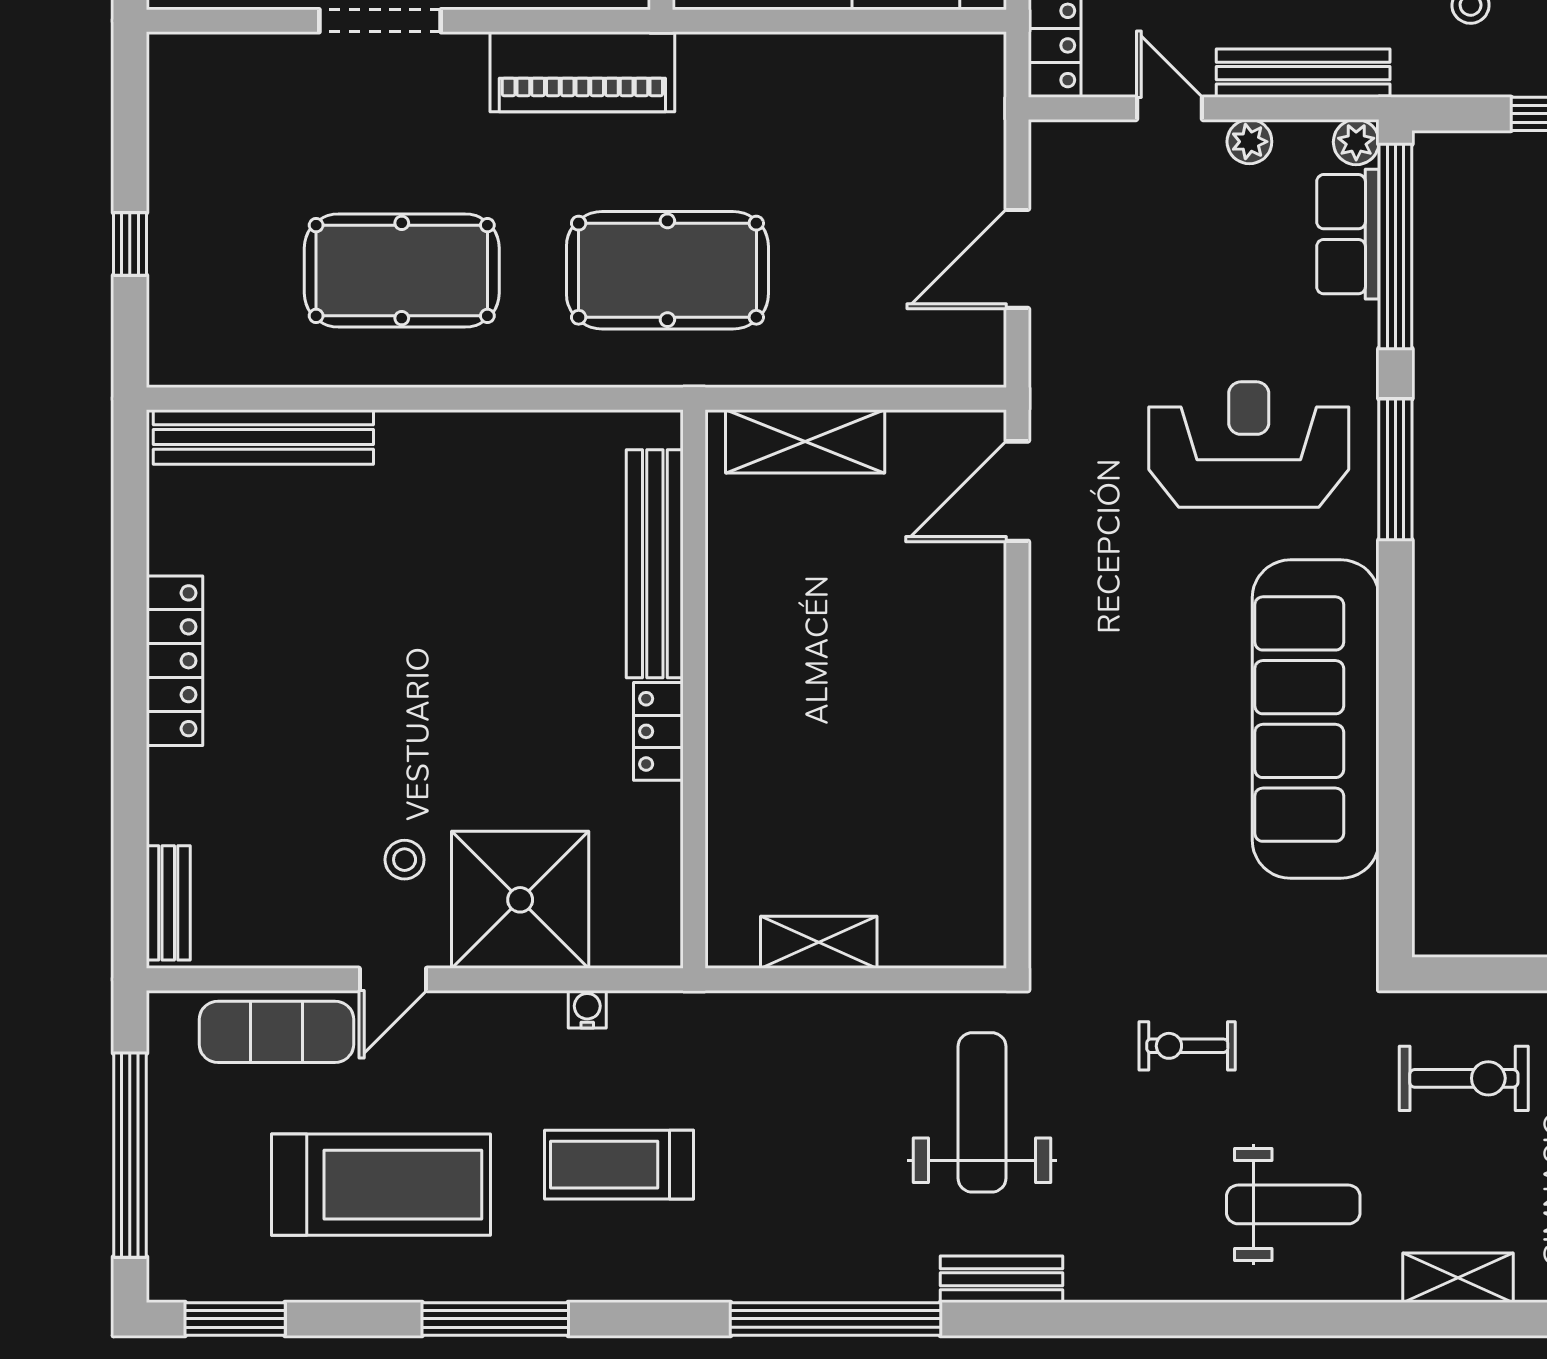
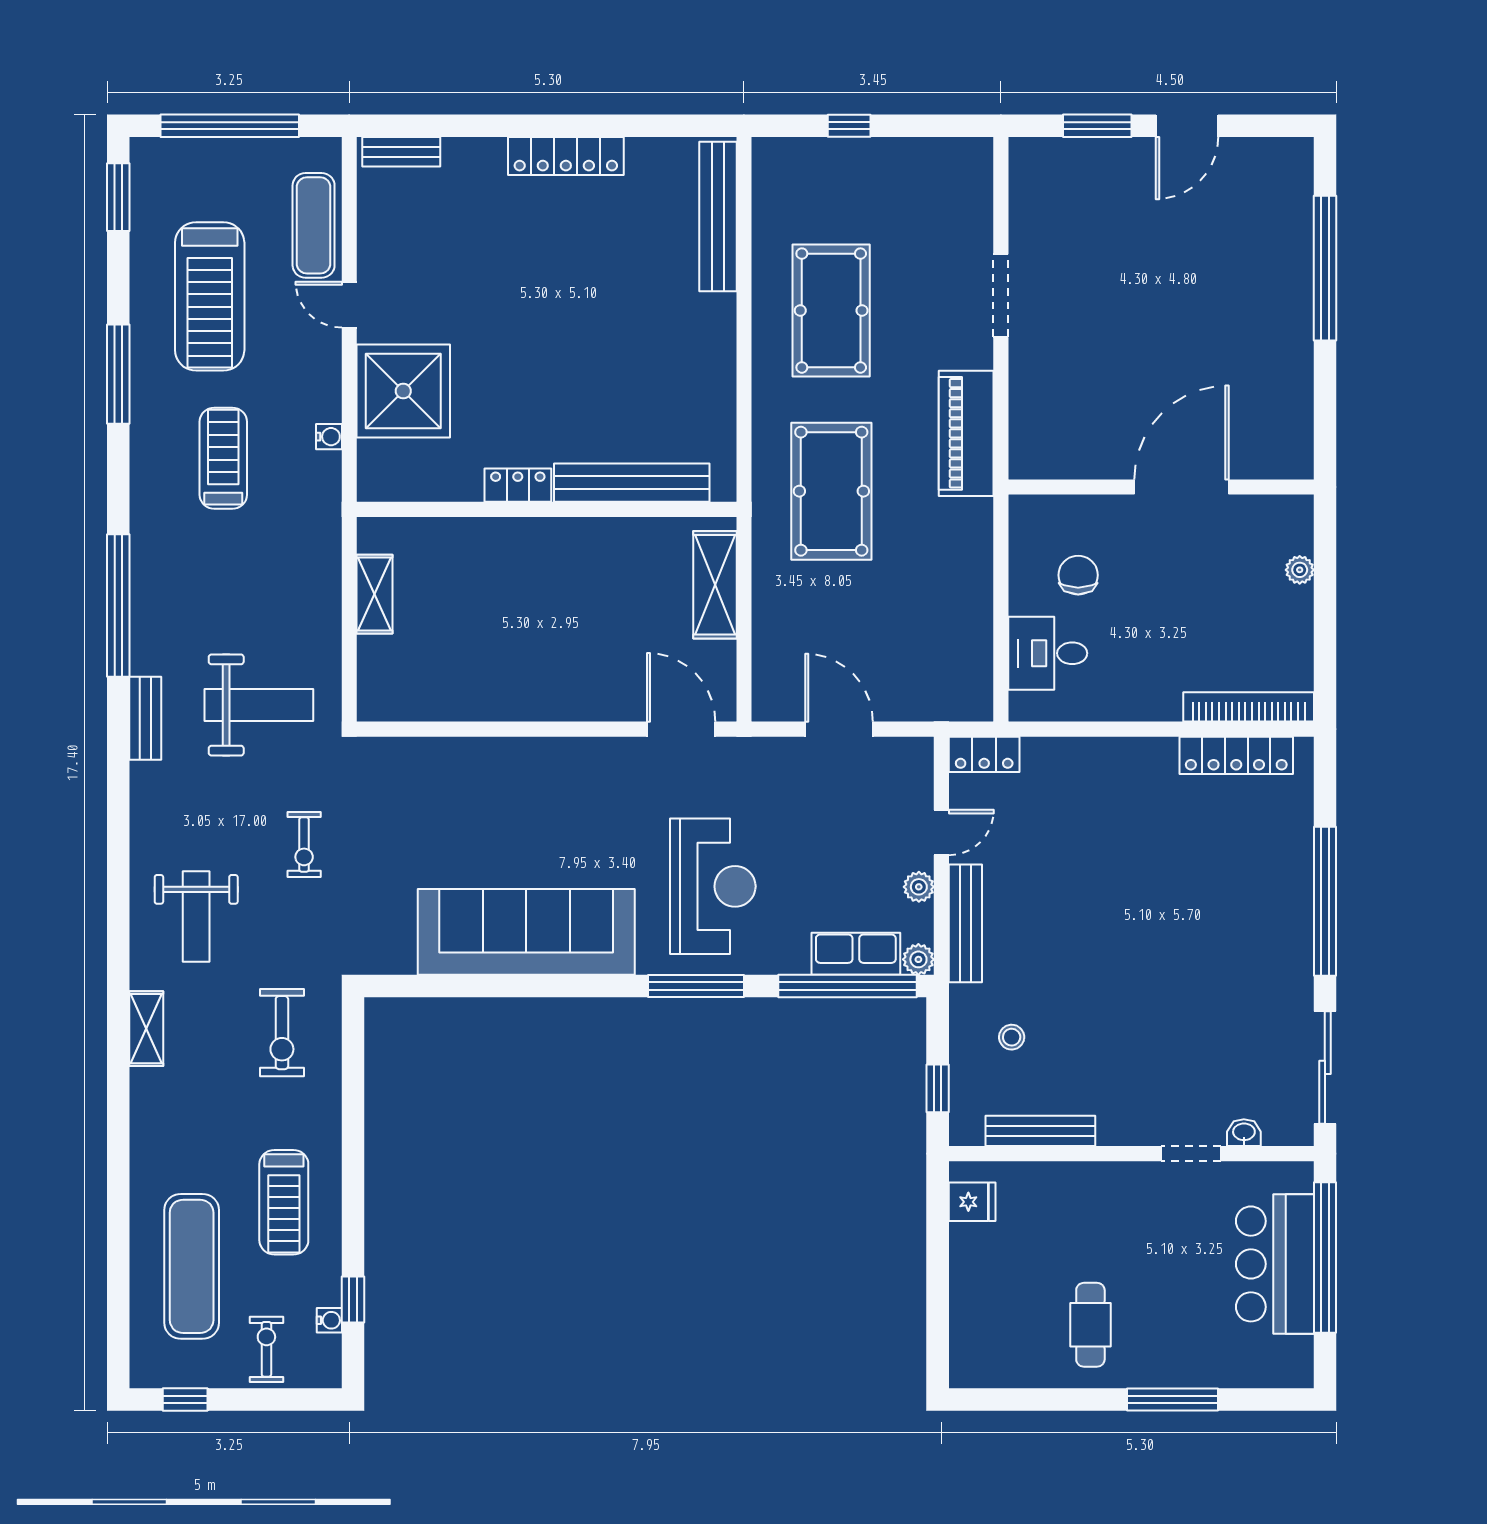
stool: (405, 860) -> (431, 312), removed
exercise bike: (1187, 1046) -> (304, 844), turned 180

